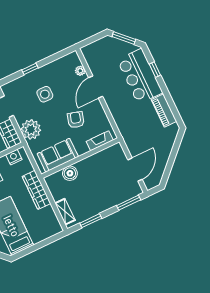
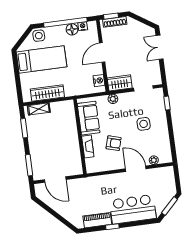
window: (30, 69) -> (167, 103), moved
window: (155, 70) -> (112, 227), moved
plant: (31, 129) -> (113, 99), width x0.53, depth x0.53
fireplace: (100, 141) -> (88, 147), moved
boiler: (70, 173) -> (70, 124), removed
wardrobe: (36, 190) -> (47, 93), moved

